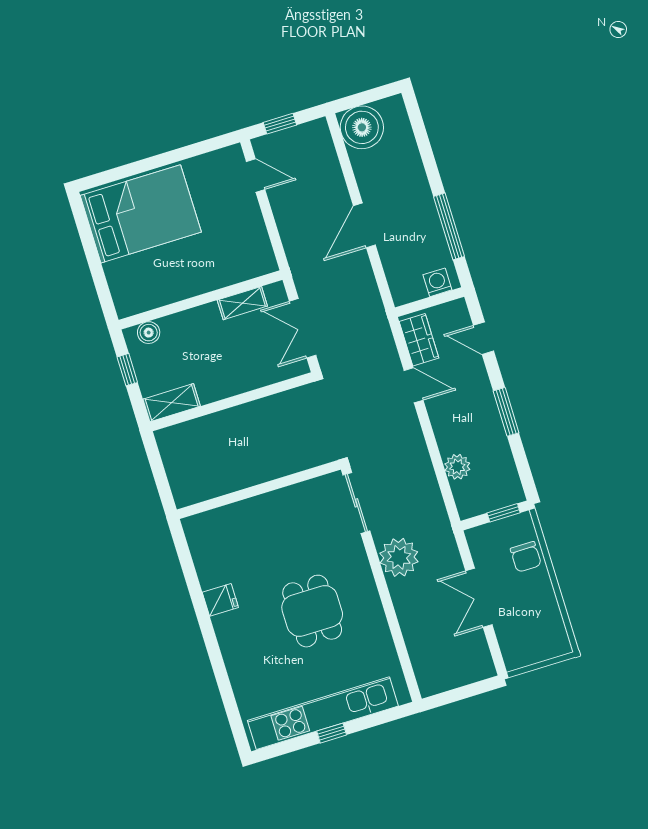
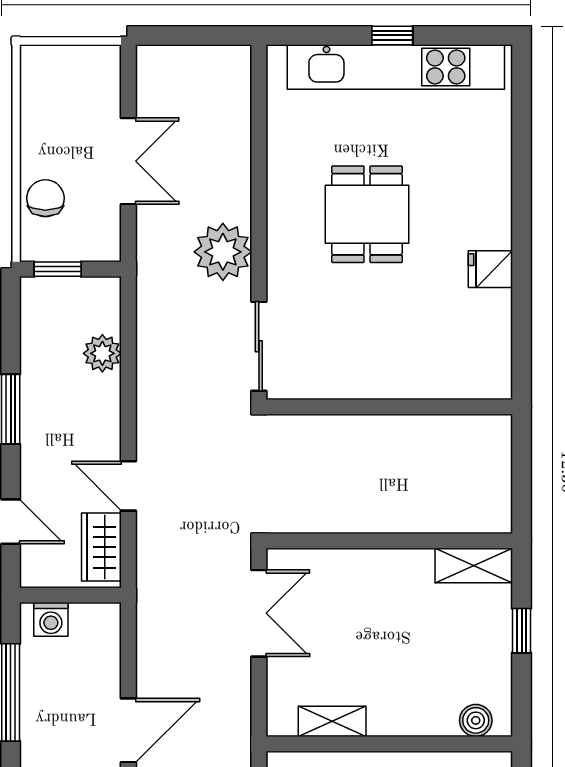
wall: (200, 300) -> (389, 744), moved
shelving: (242, 303) -> (332, 721), moved
boiler: (149, 333) -> (476, 720), moved

